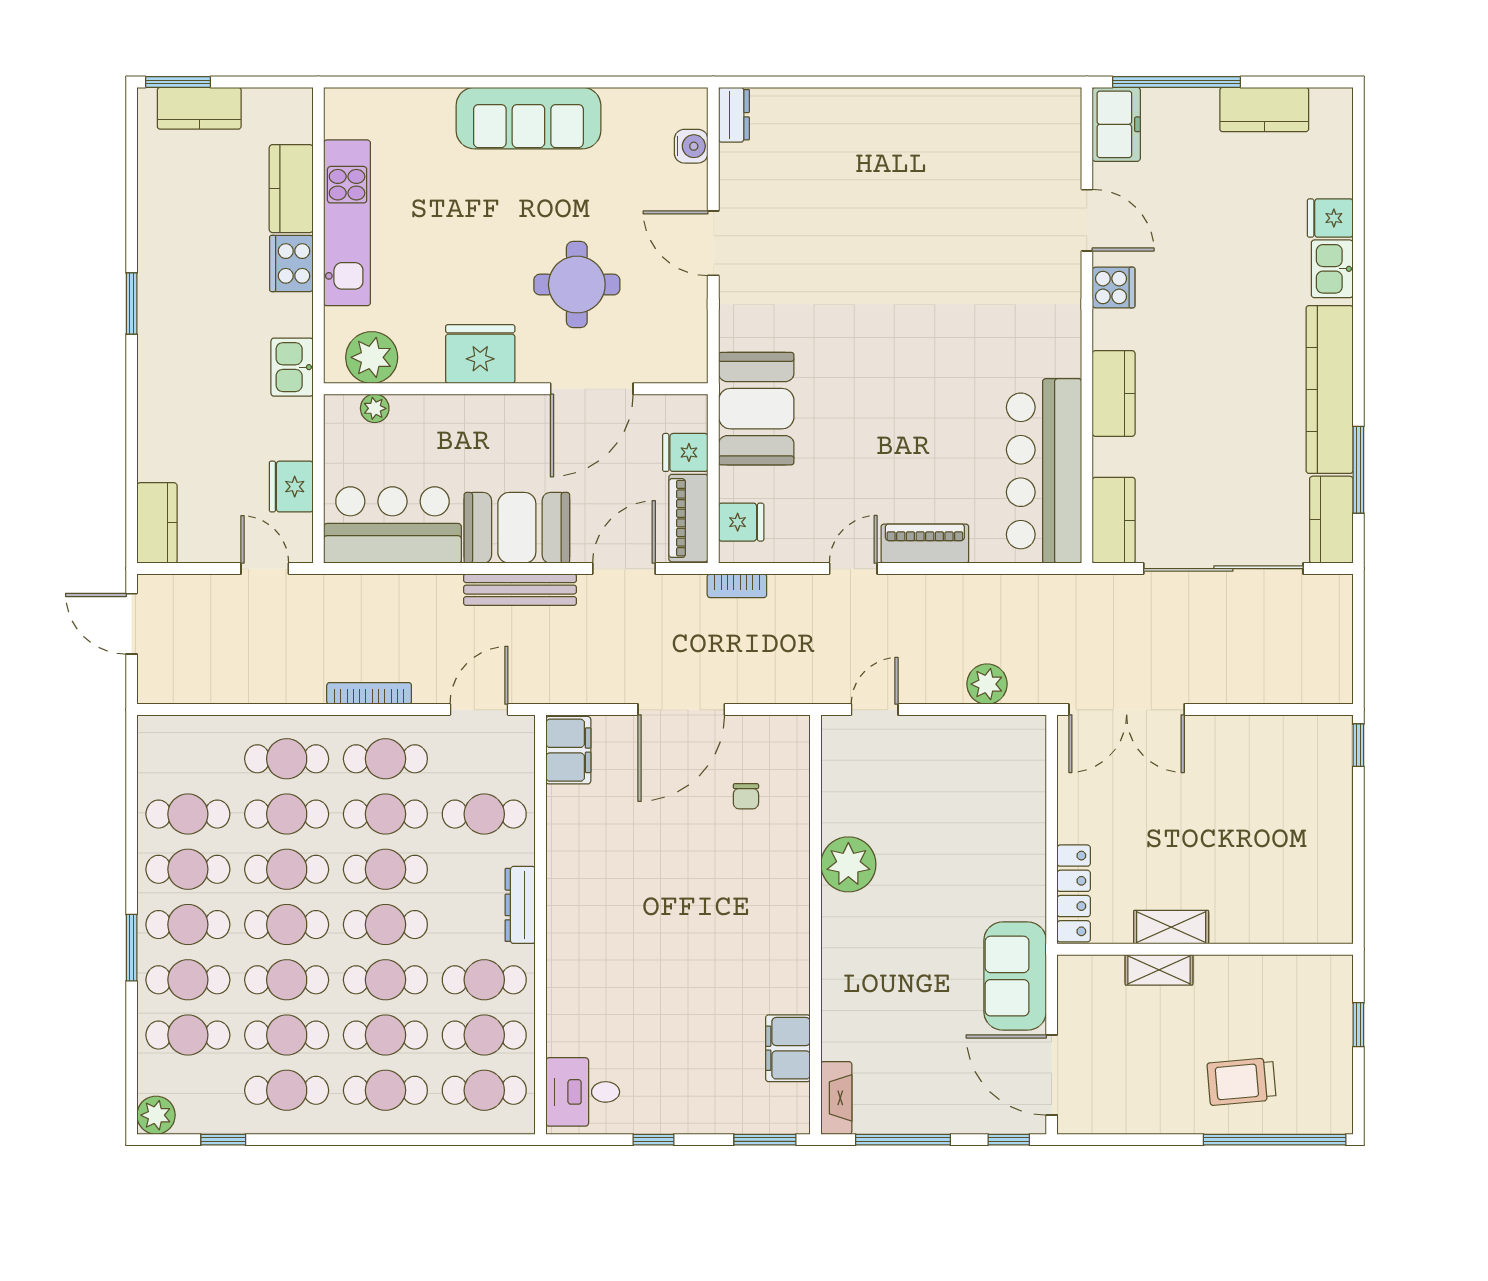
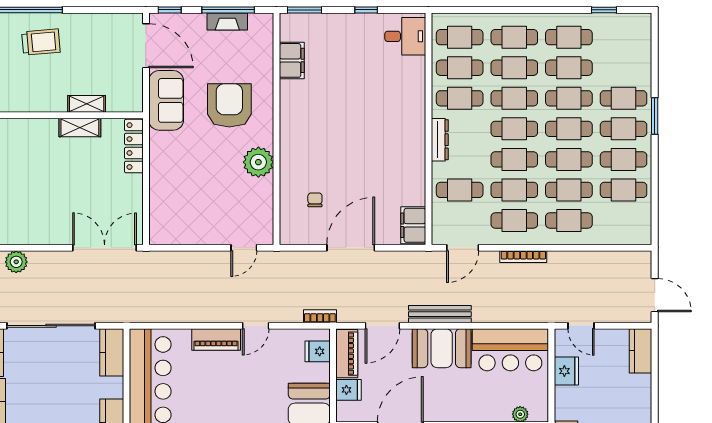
plant: (987, 684) -> (16, 262), moved
armchair: (901, 967) -> (229, 105), added
cafe table: (188, 1035) -> (624, 68), removed
fireplace: (836, 1098) -> (227, 21), moved, turned -90
plant: (156, 1115) -> (641, 23), removed

